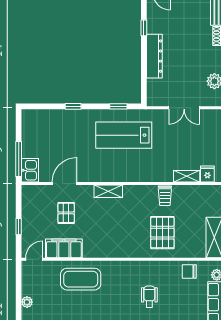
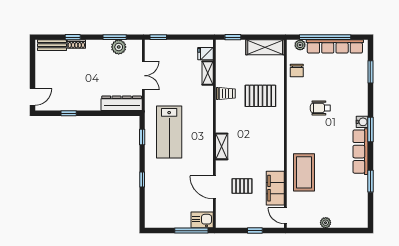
dresser: (154, 56) -> (122, 103), moved

